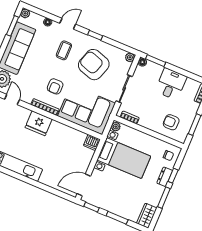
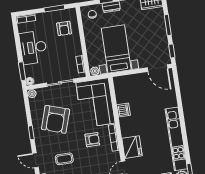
coffee table: (64, 50) -> (64, 159), moved
desk: (171, 84) -> (33, 47), width x1.37
fridge: (39, 123) -> (132, 147), moved
dishwasher: (92, 142) -> (124, 110), moved

